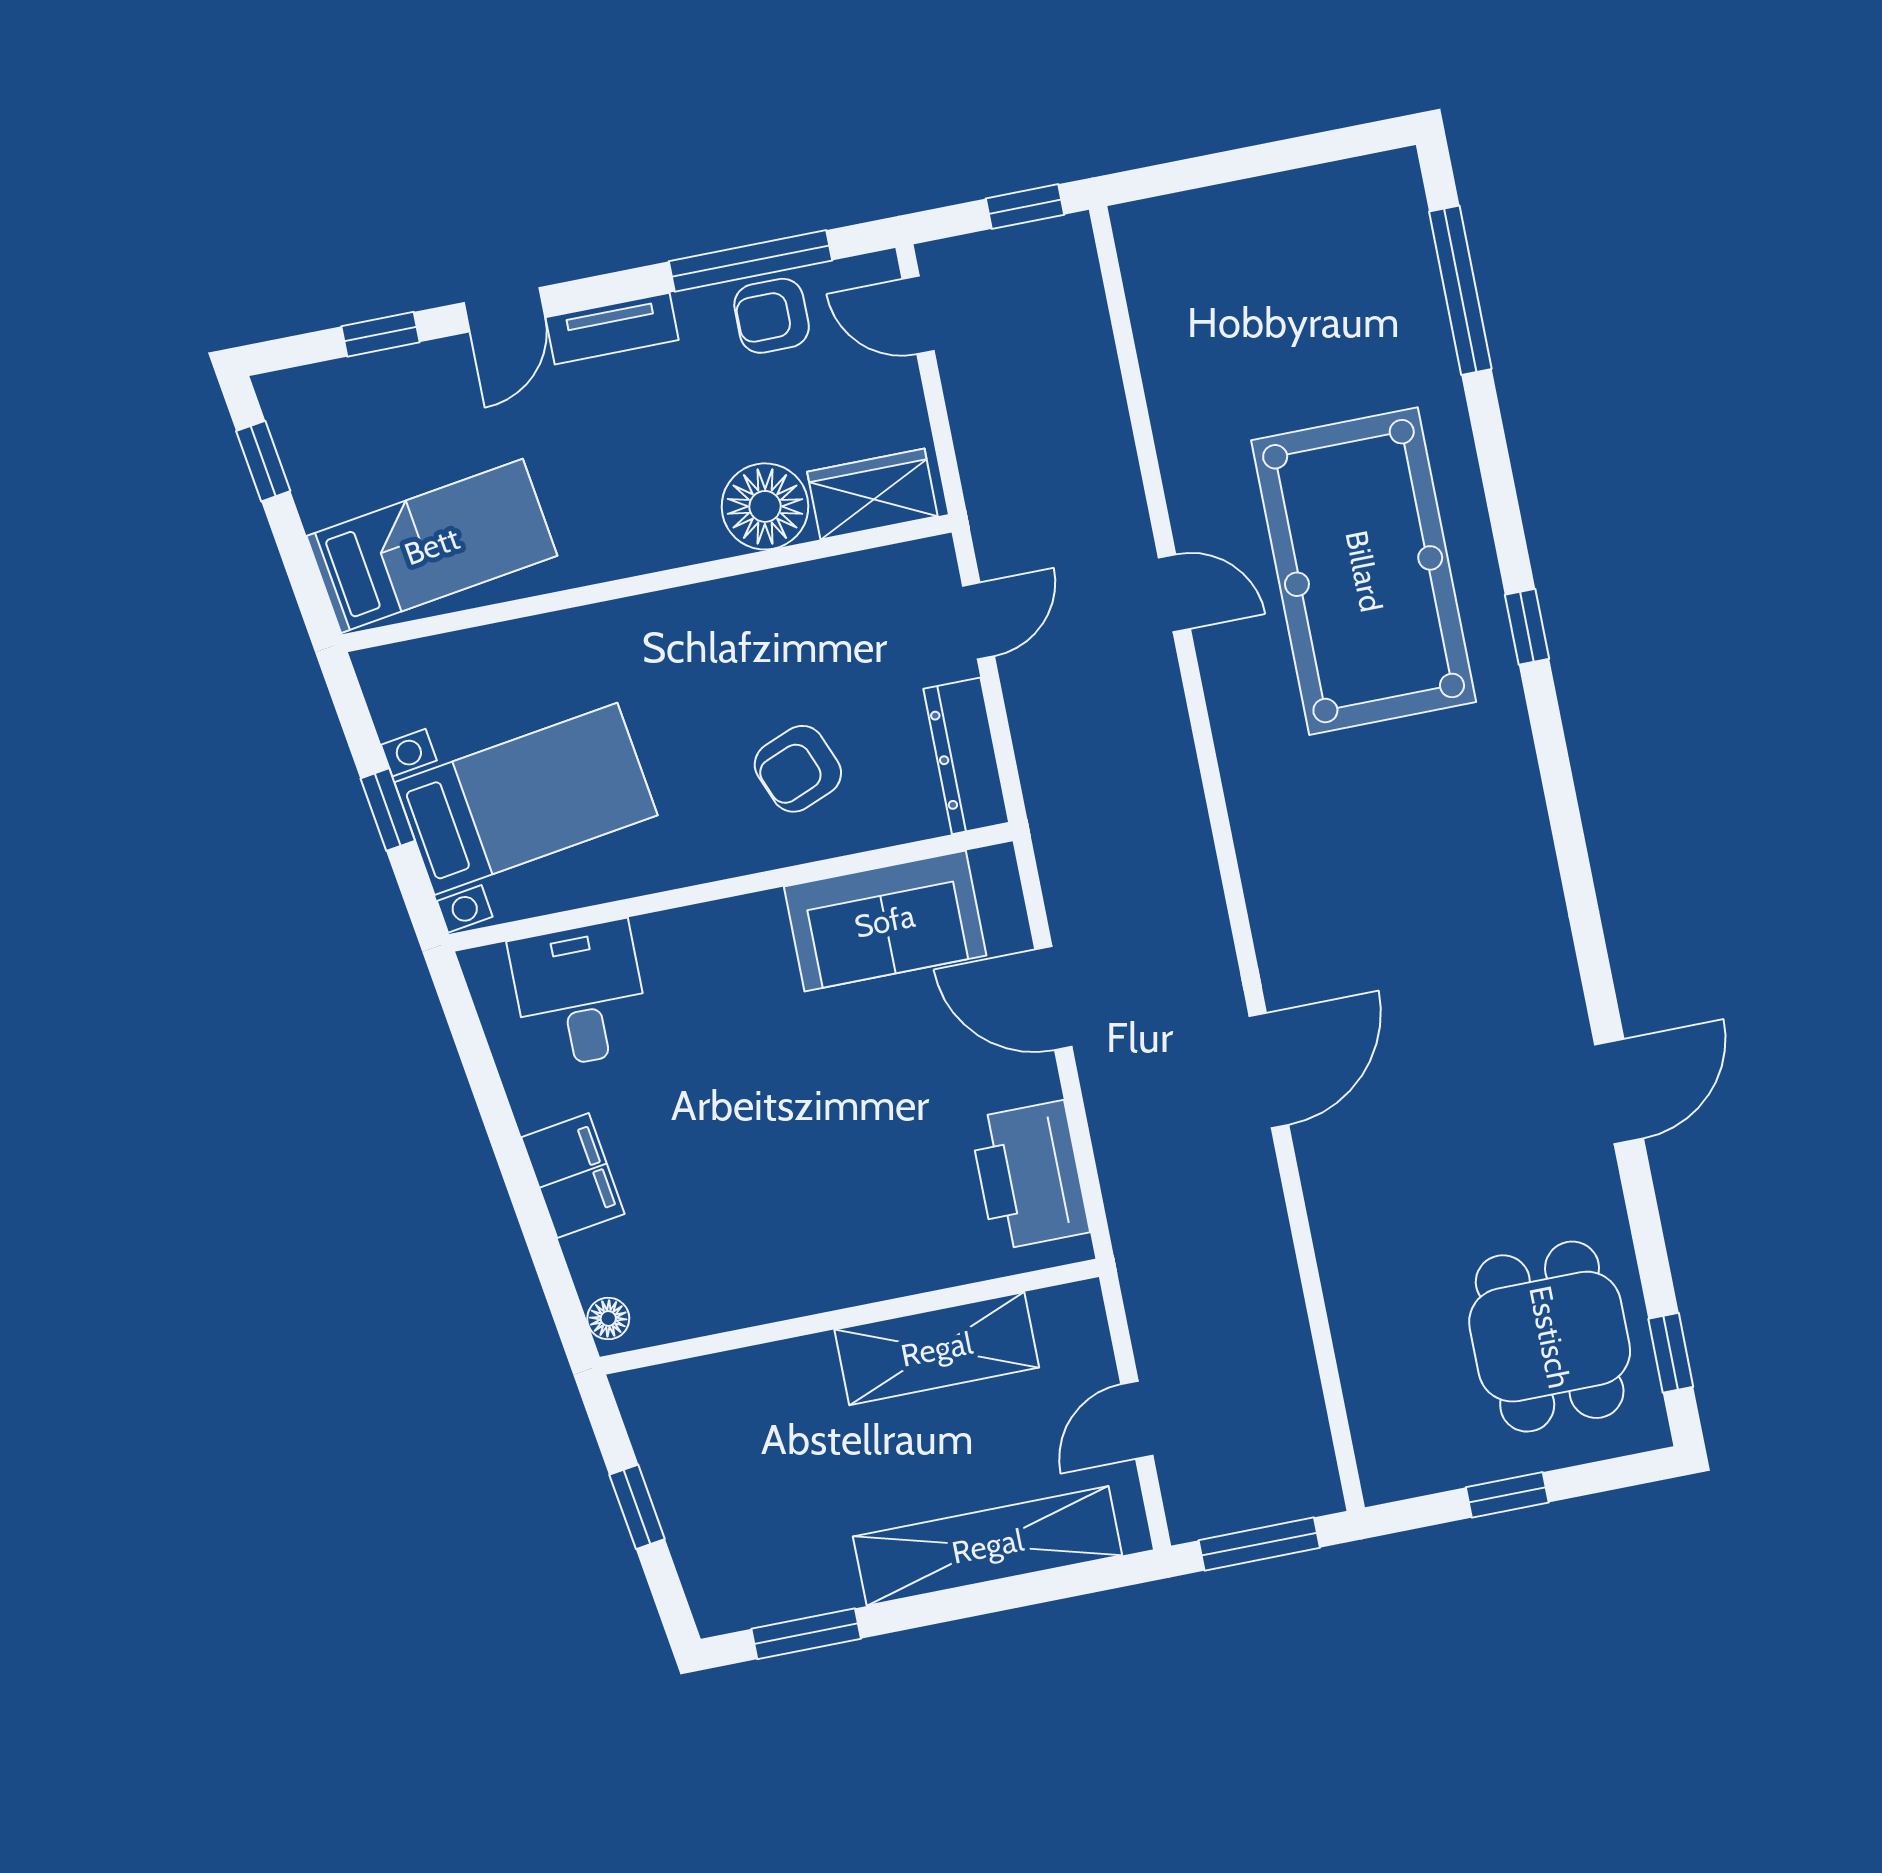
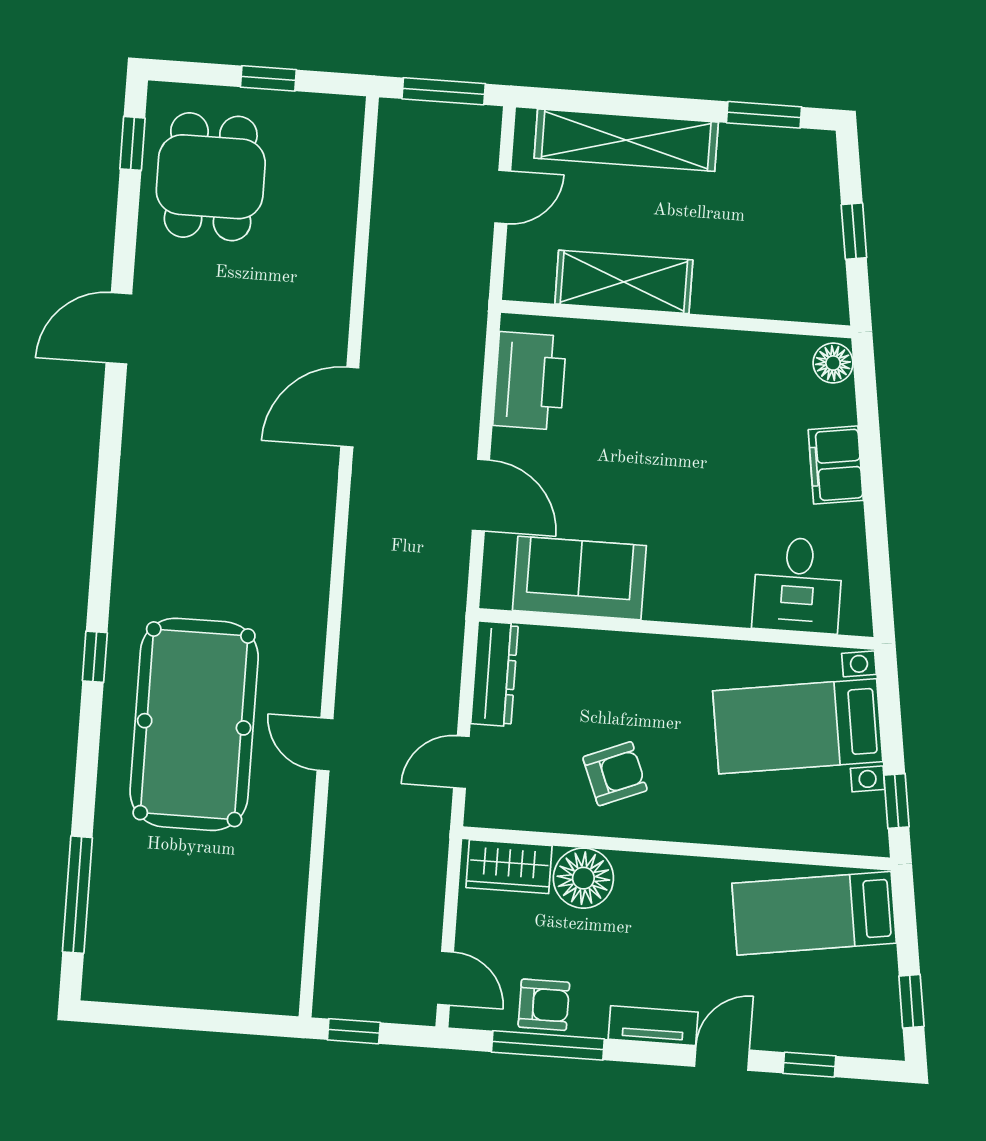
armchair: (798, 769) -> (615, 774), moved
window: (388, 810) -> (897, 801), moved
floor lamp: (608, 1319) -> (833, 363), width x1.37, depth x1.37

